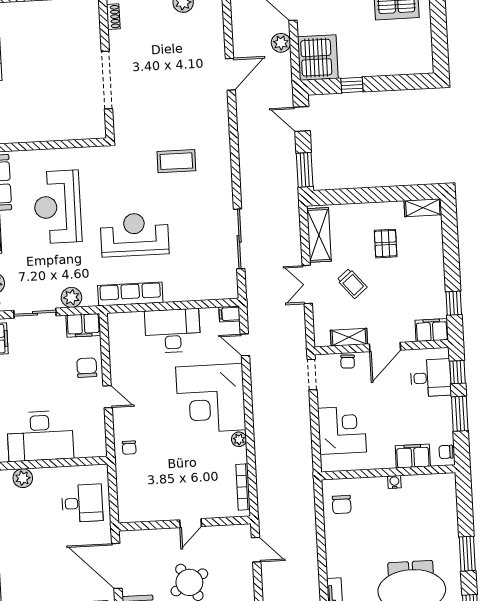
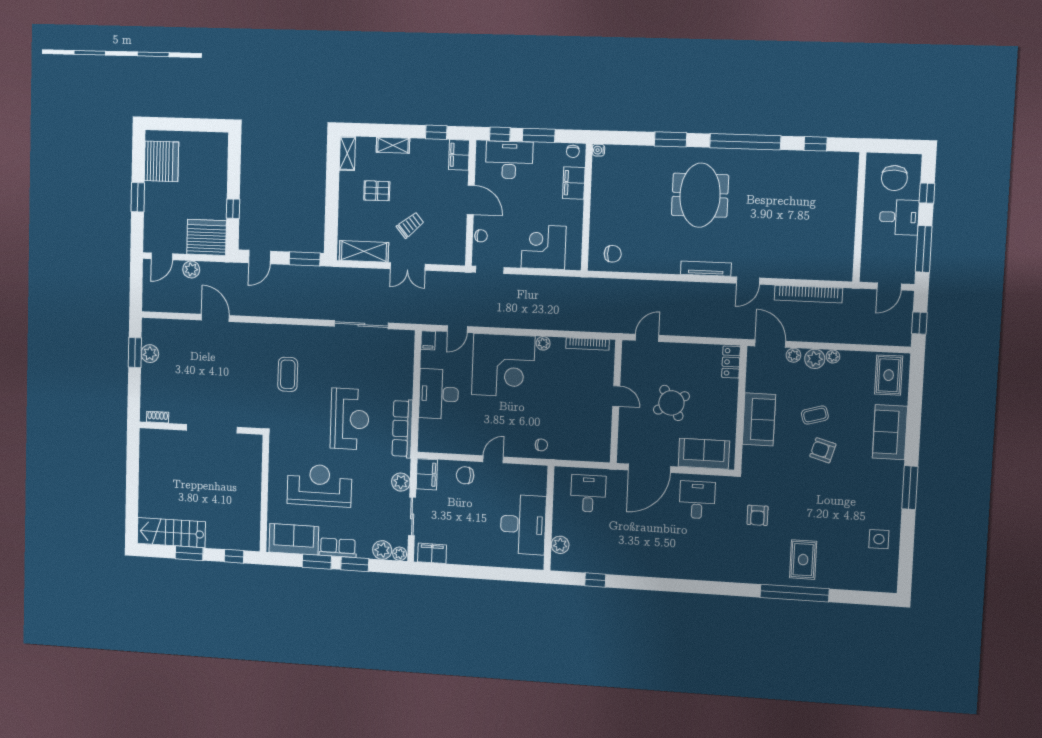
reception desk: (58, 207) -> (319, 485), turned 180
reception desk: (135, 235) -> (350, 419), turned 180
shelving: (349, 337) -> (393, 145), moved, turned 90
desk: (431, 378) -> (509, 160), width x1.37
water cooler: (394, 482) -> (599, 150), moved

